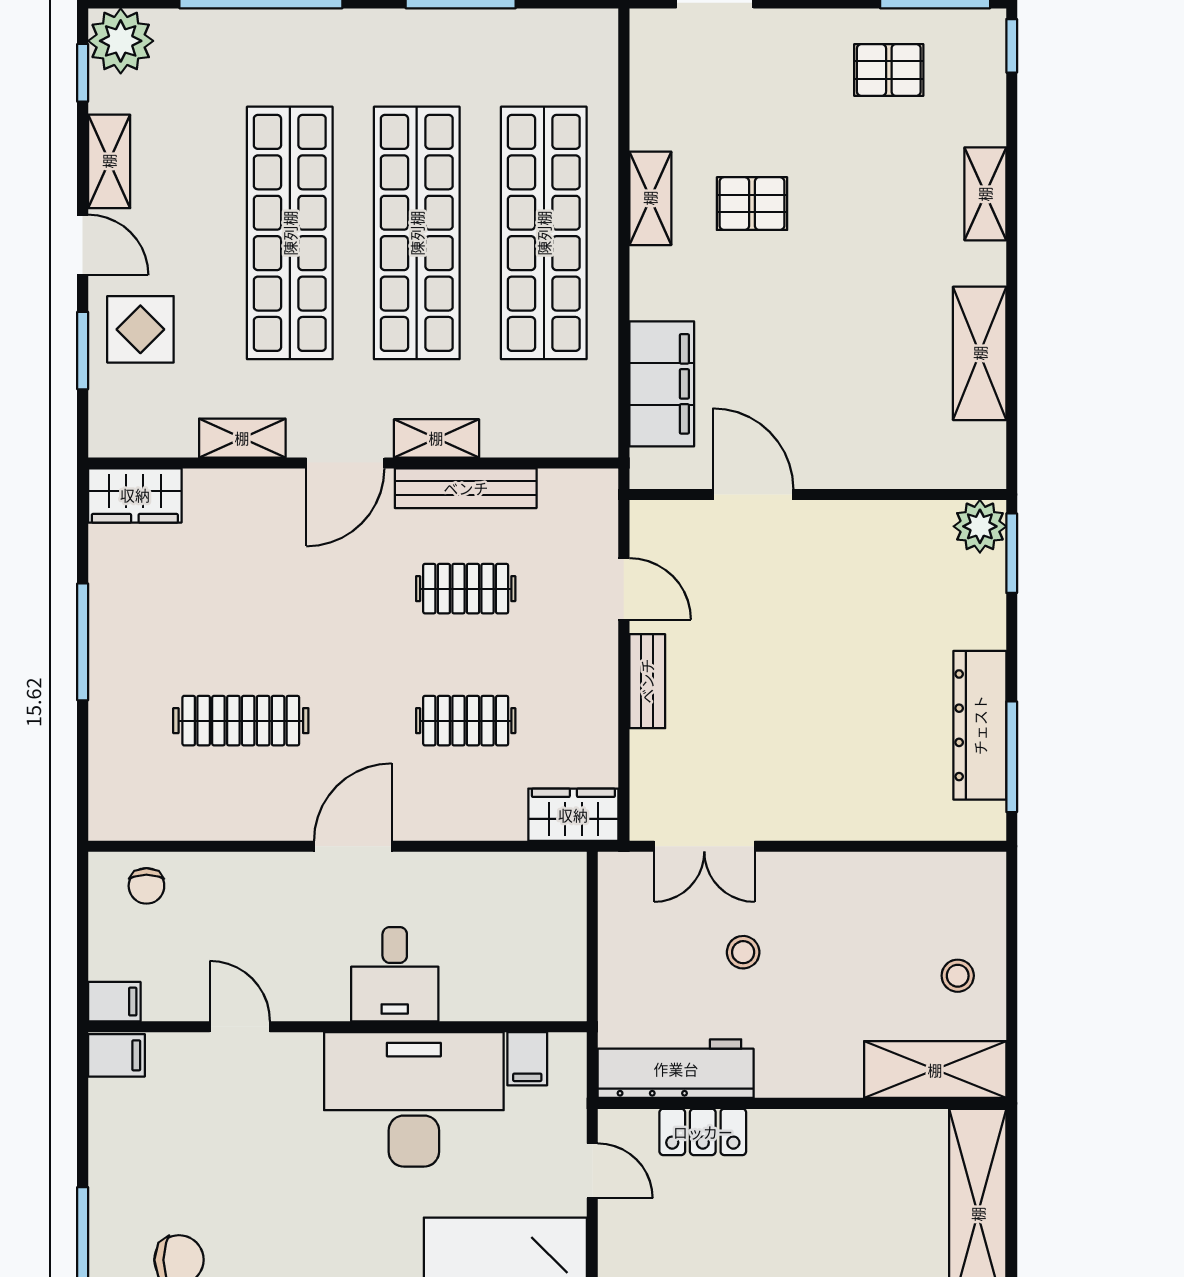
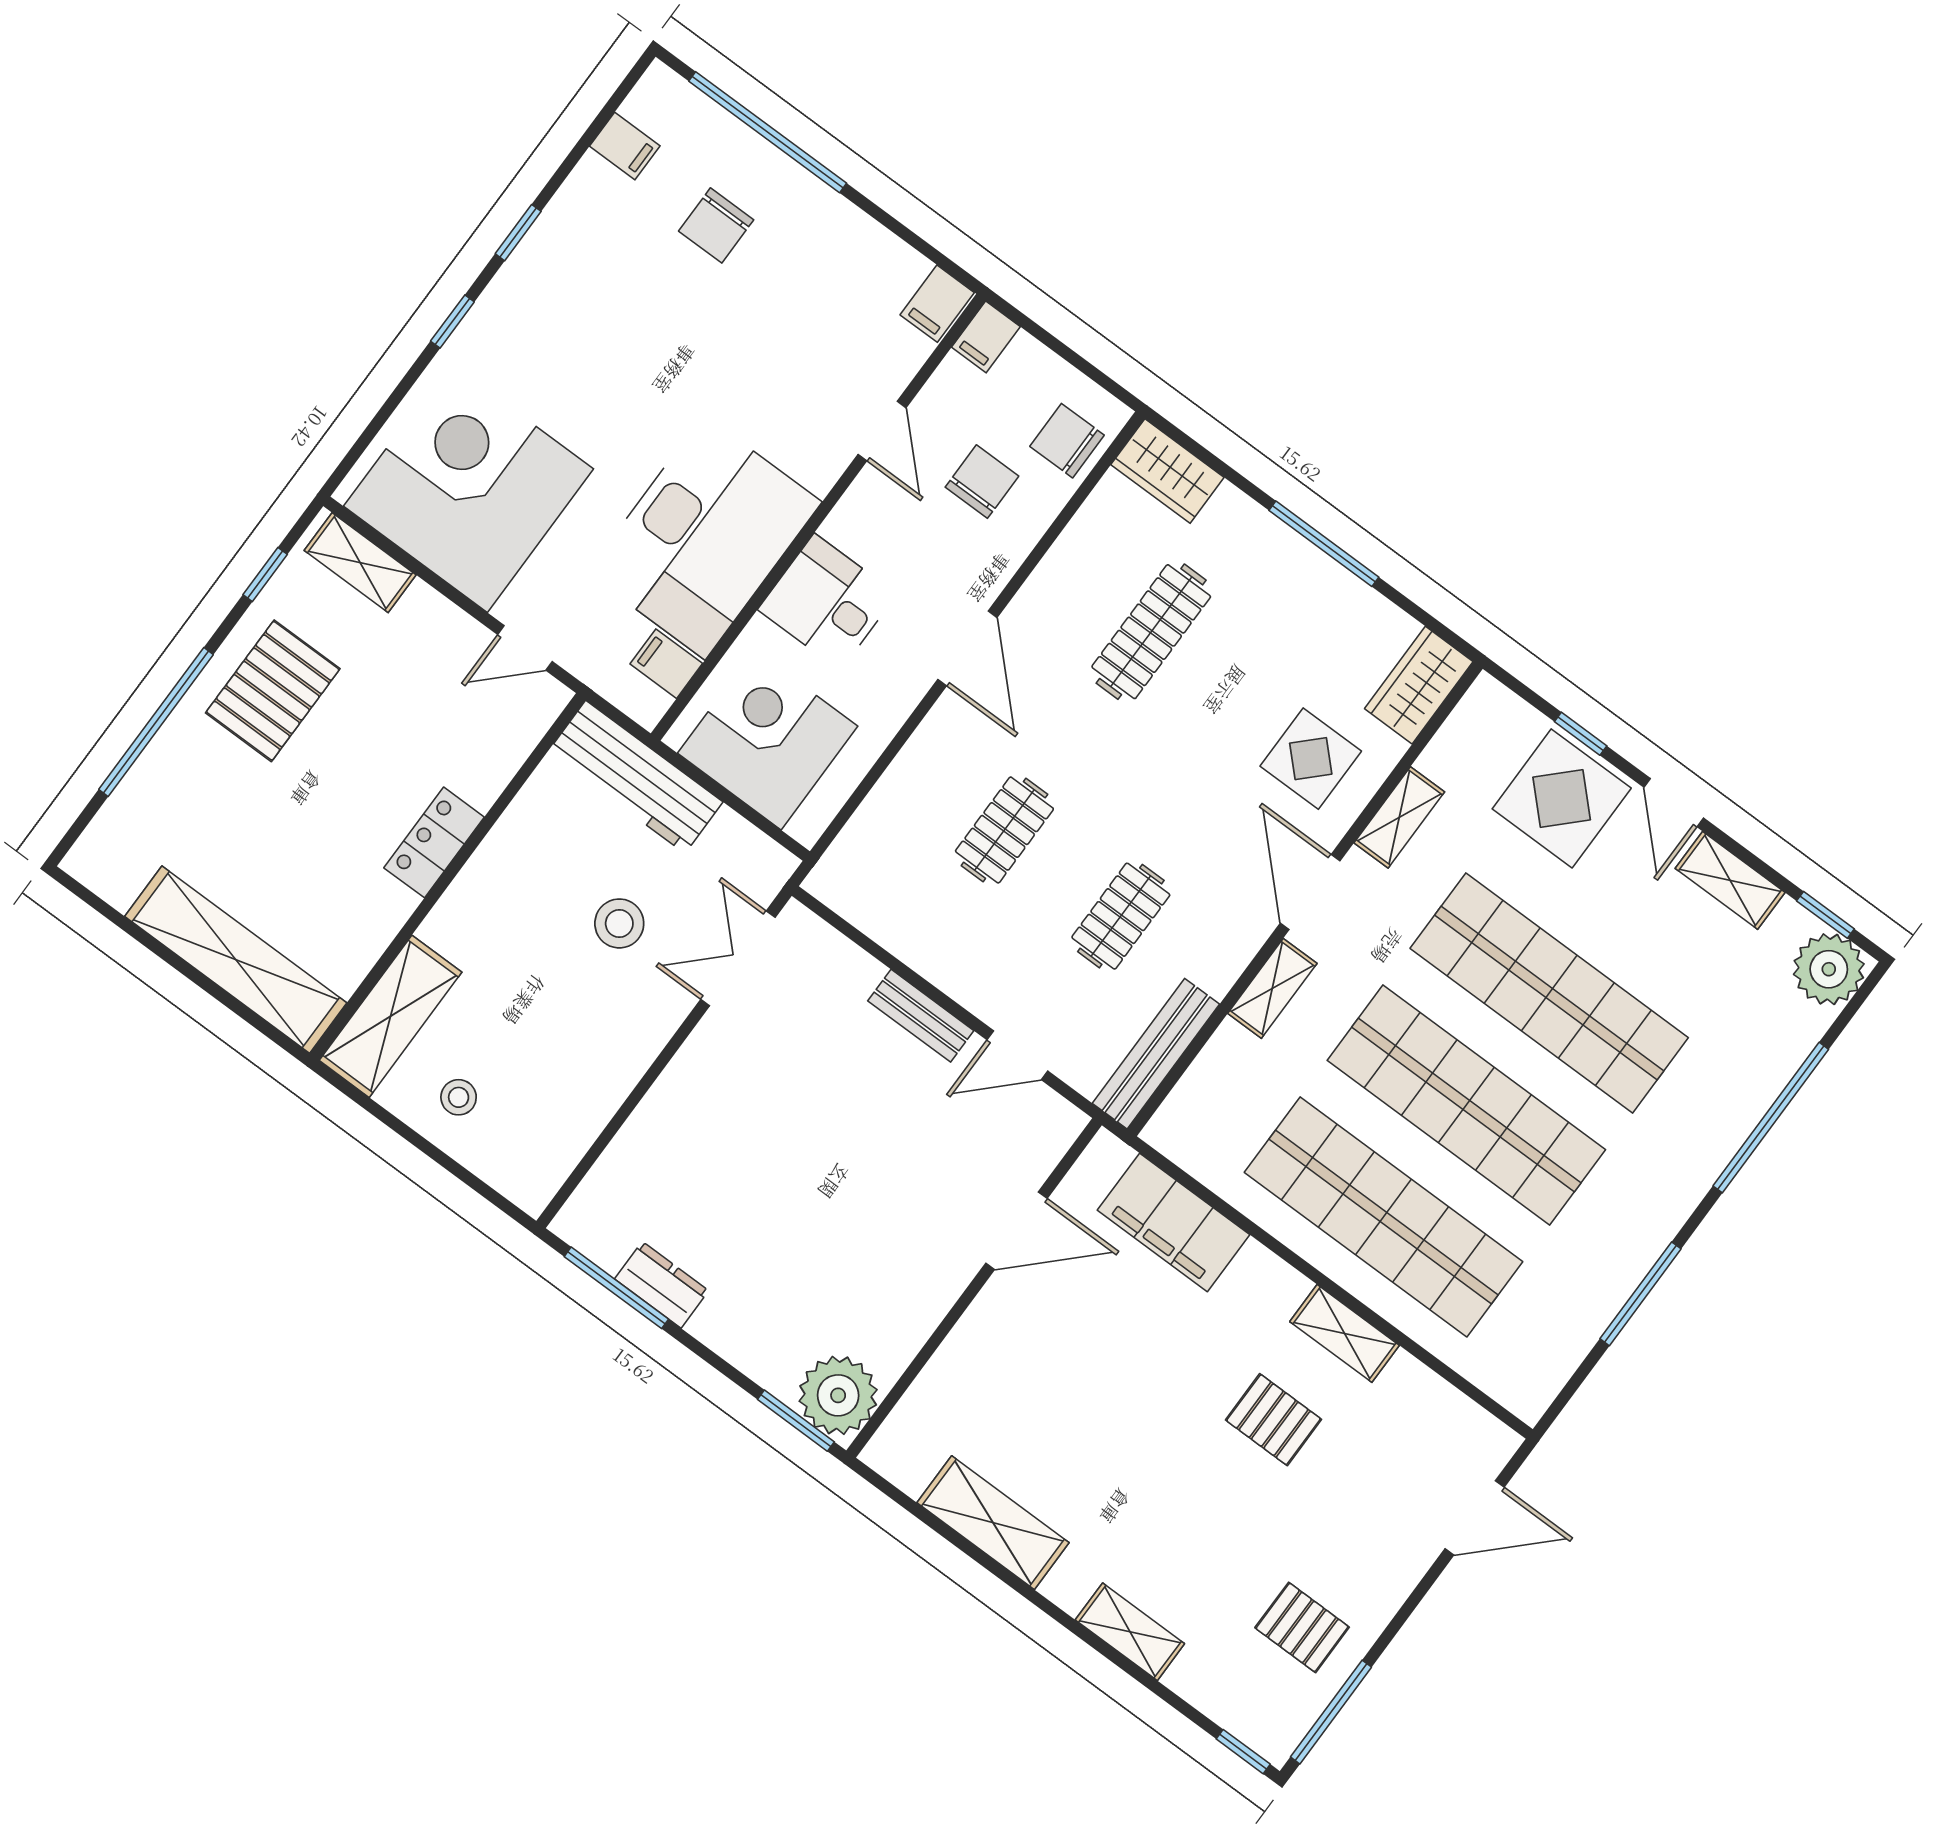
pallet: (889, 70) -> (1302, 1627), turned 90
pallet: (752, 204) -> (1274, 1420), turned 90
door: (83, 245) -> (1674, 803), hinge flipped
display table: (140, 329) -> (1562, 798), width x1.36, depth x1.36
window: (83, 351) -> (1581, 734), width x0.67
bench: (466, 488) -> (1156, 1054), moved
plant: (980, 526) -> (838, 1395), width x1.36, depth x1.36
display table: (247, 535) -> (1311, 759), added
dresser: (980, 725) -> (662, 1285), width x0.51, depth x0.80
wardrobe: (573, 815) -> (1167, 471), moved, turned 90
chair: (146, 886) -> (1067, 441), width x1.37, depth x1.37
chair: (223, 926) -> (982, 482), added
corner desk: (528, 943) -> (768, 740), added
stool: (743, 952) -> (619, 923), width x1.37, depth x1.37
door: (240, 1027) -> (882, 431), hinge flipped
workbench: (676, 1069) -> (635, 777), moved, turned 90
locker: (703, 1132) -> (434, 842), moved

